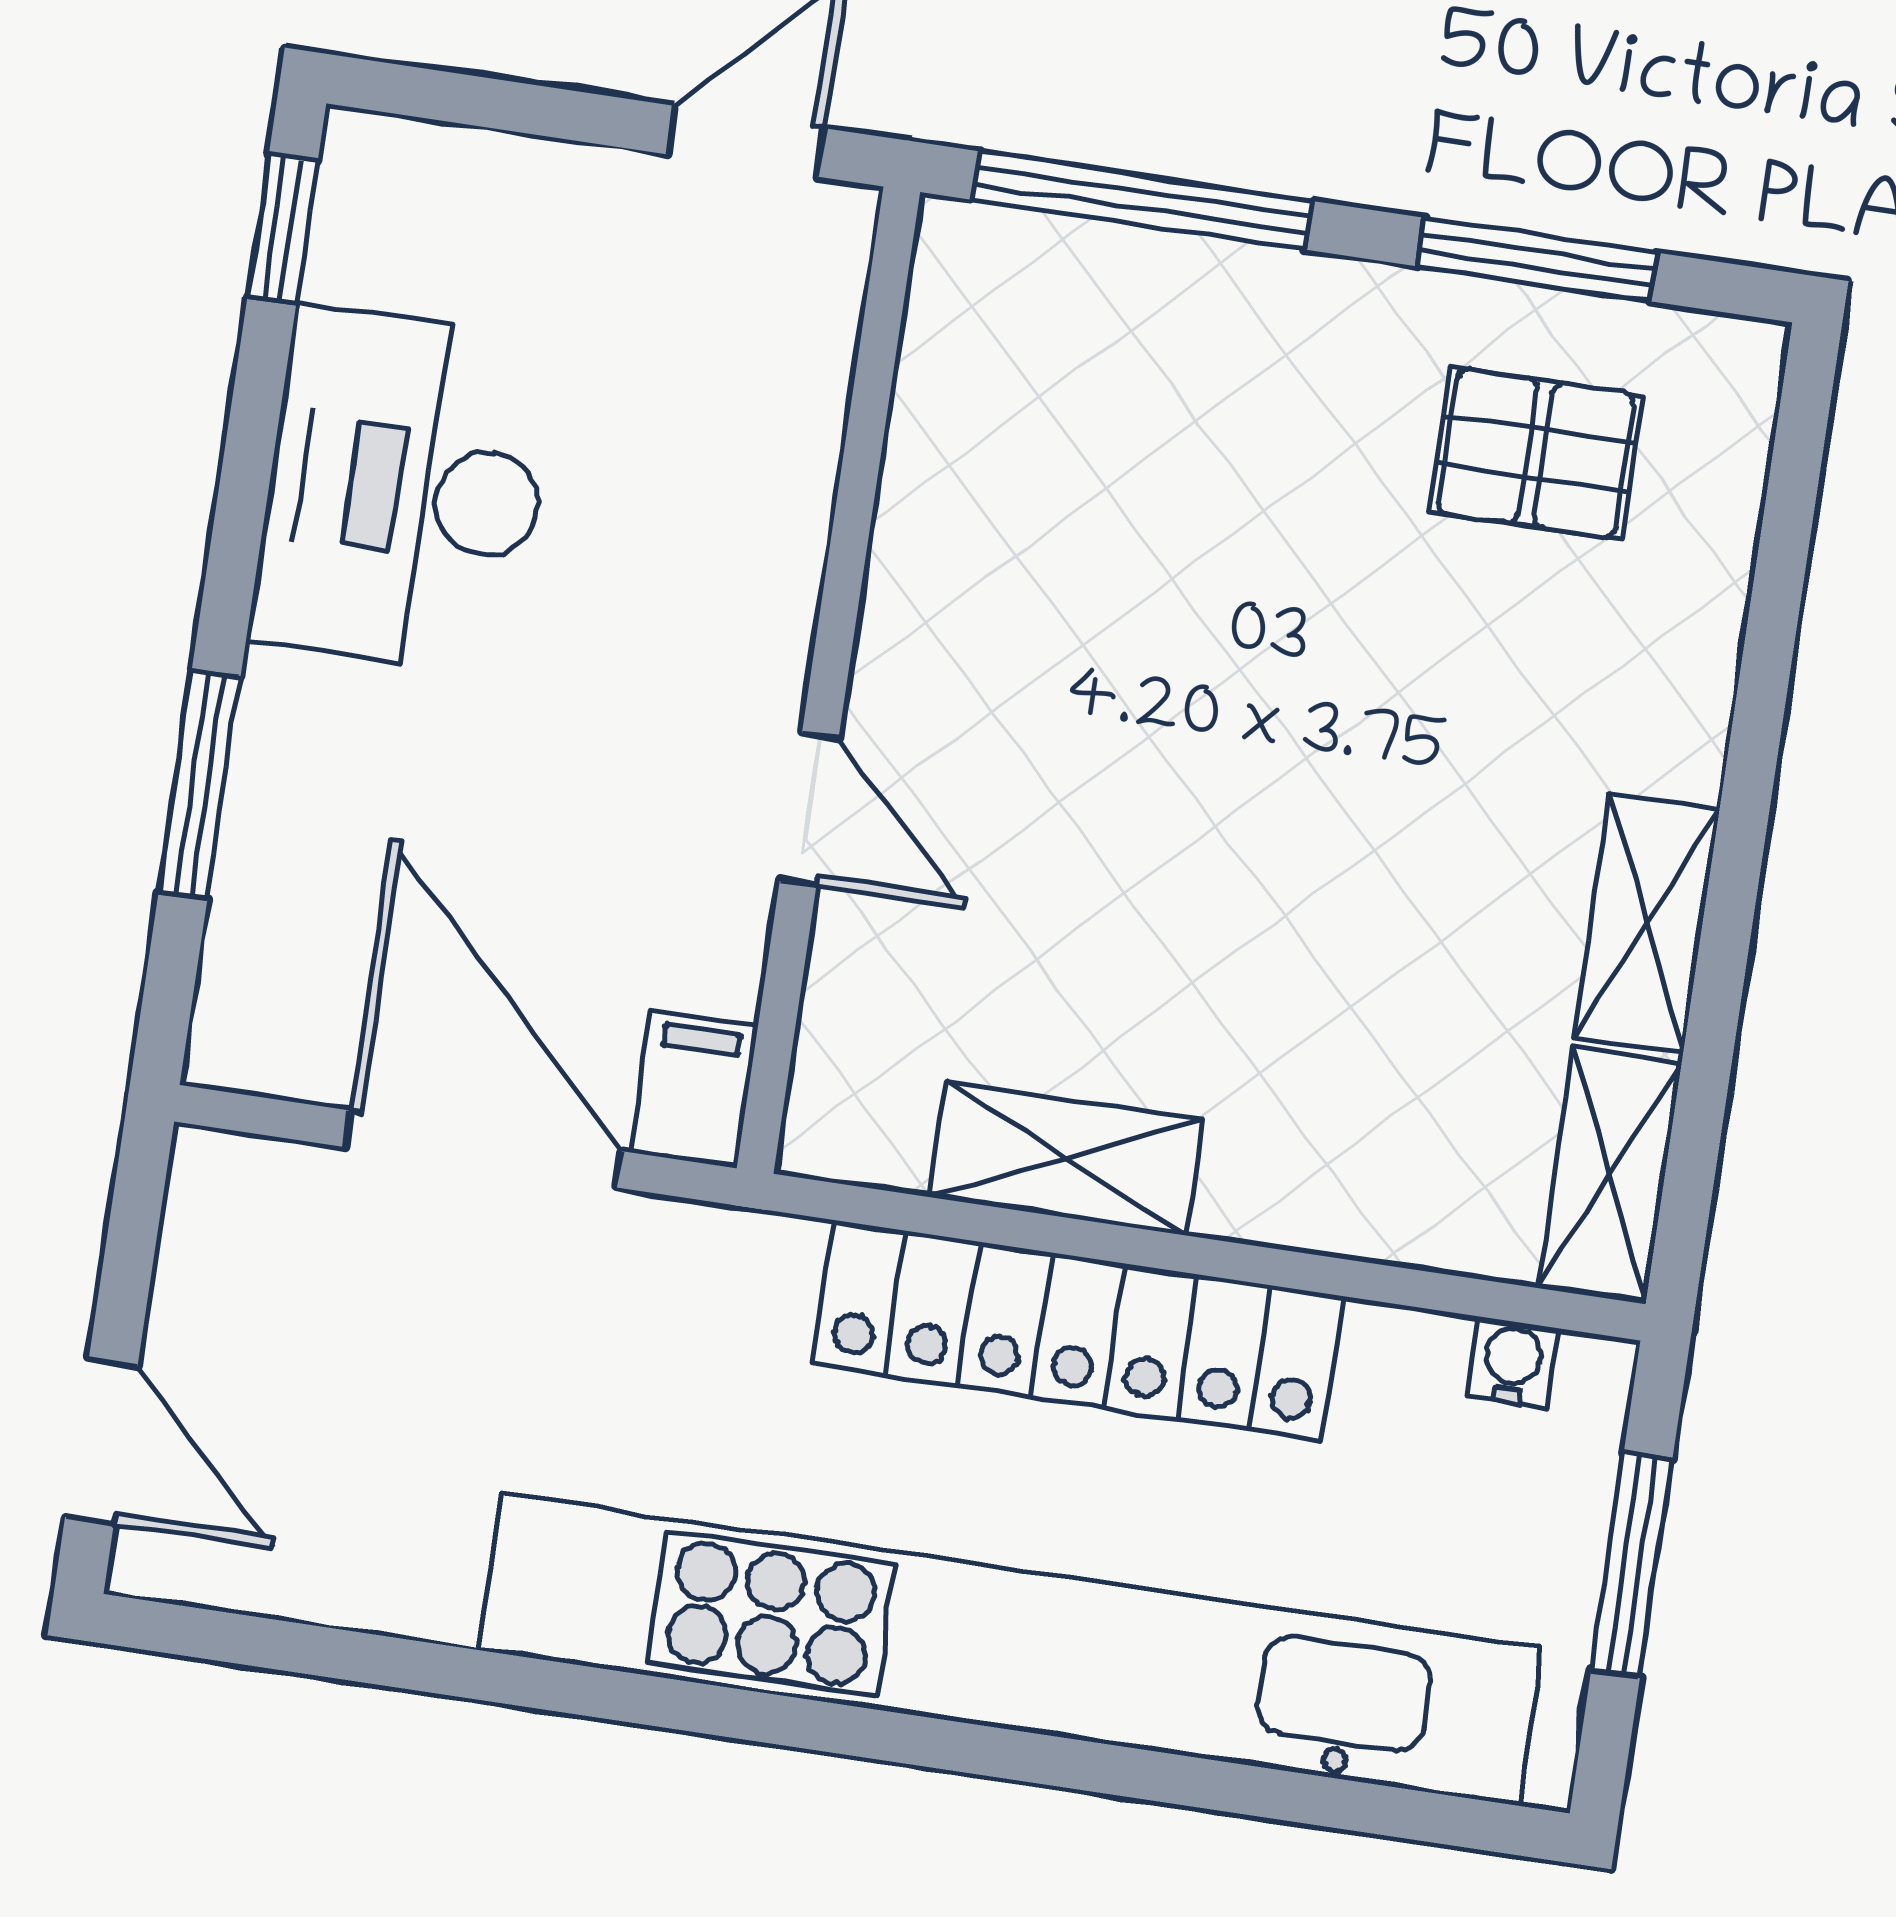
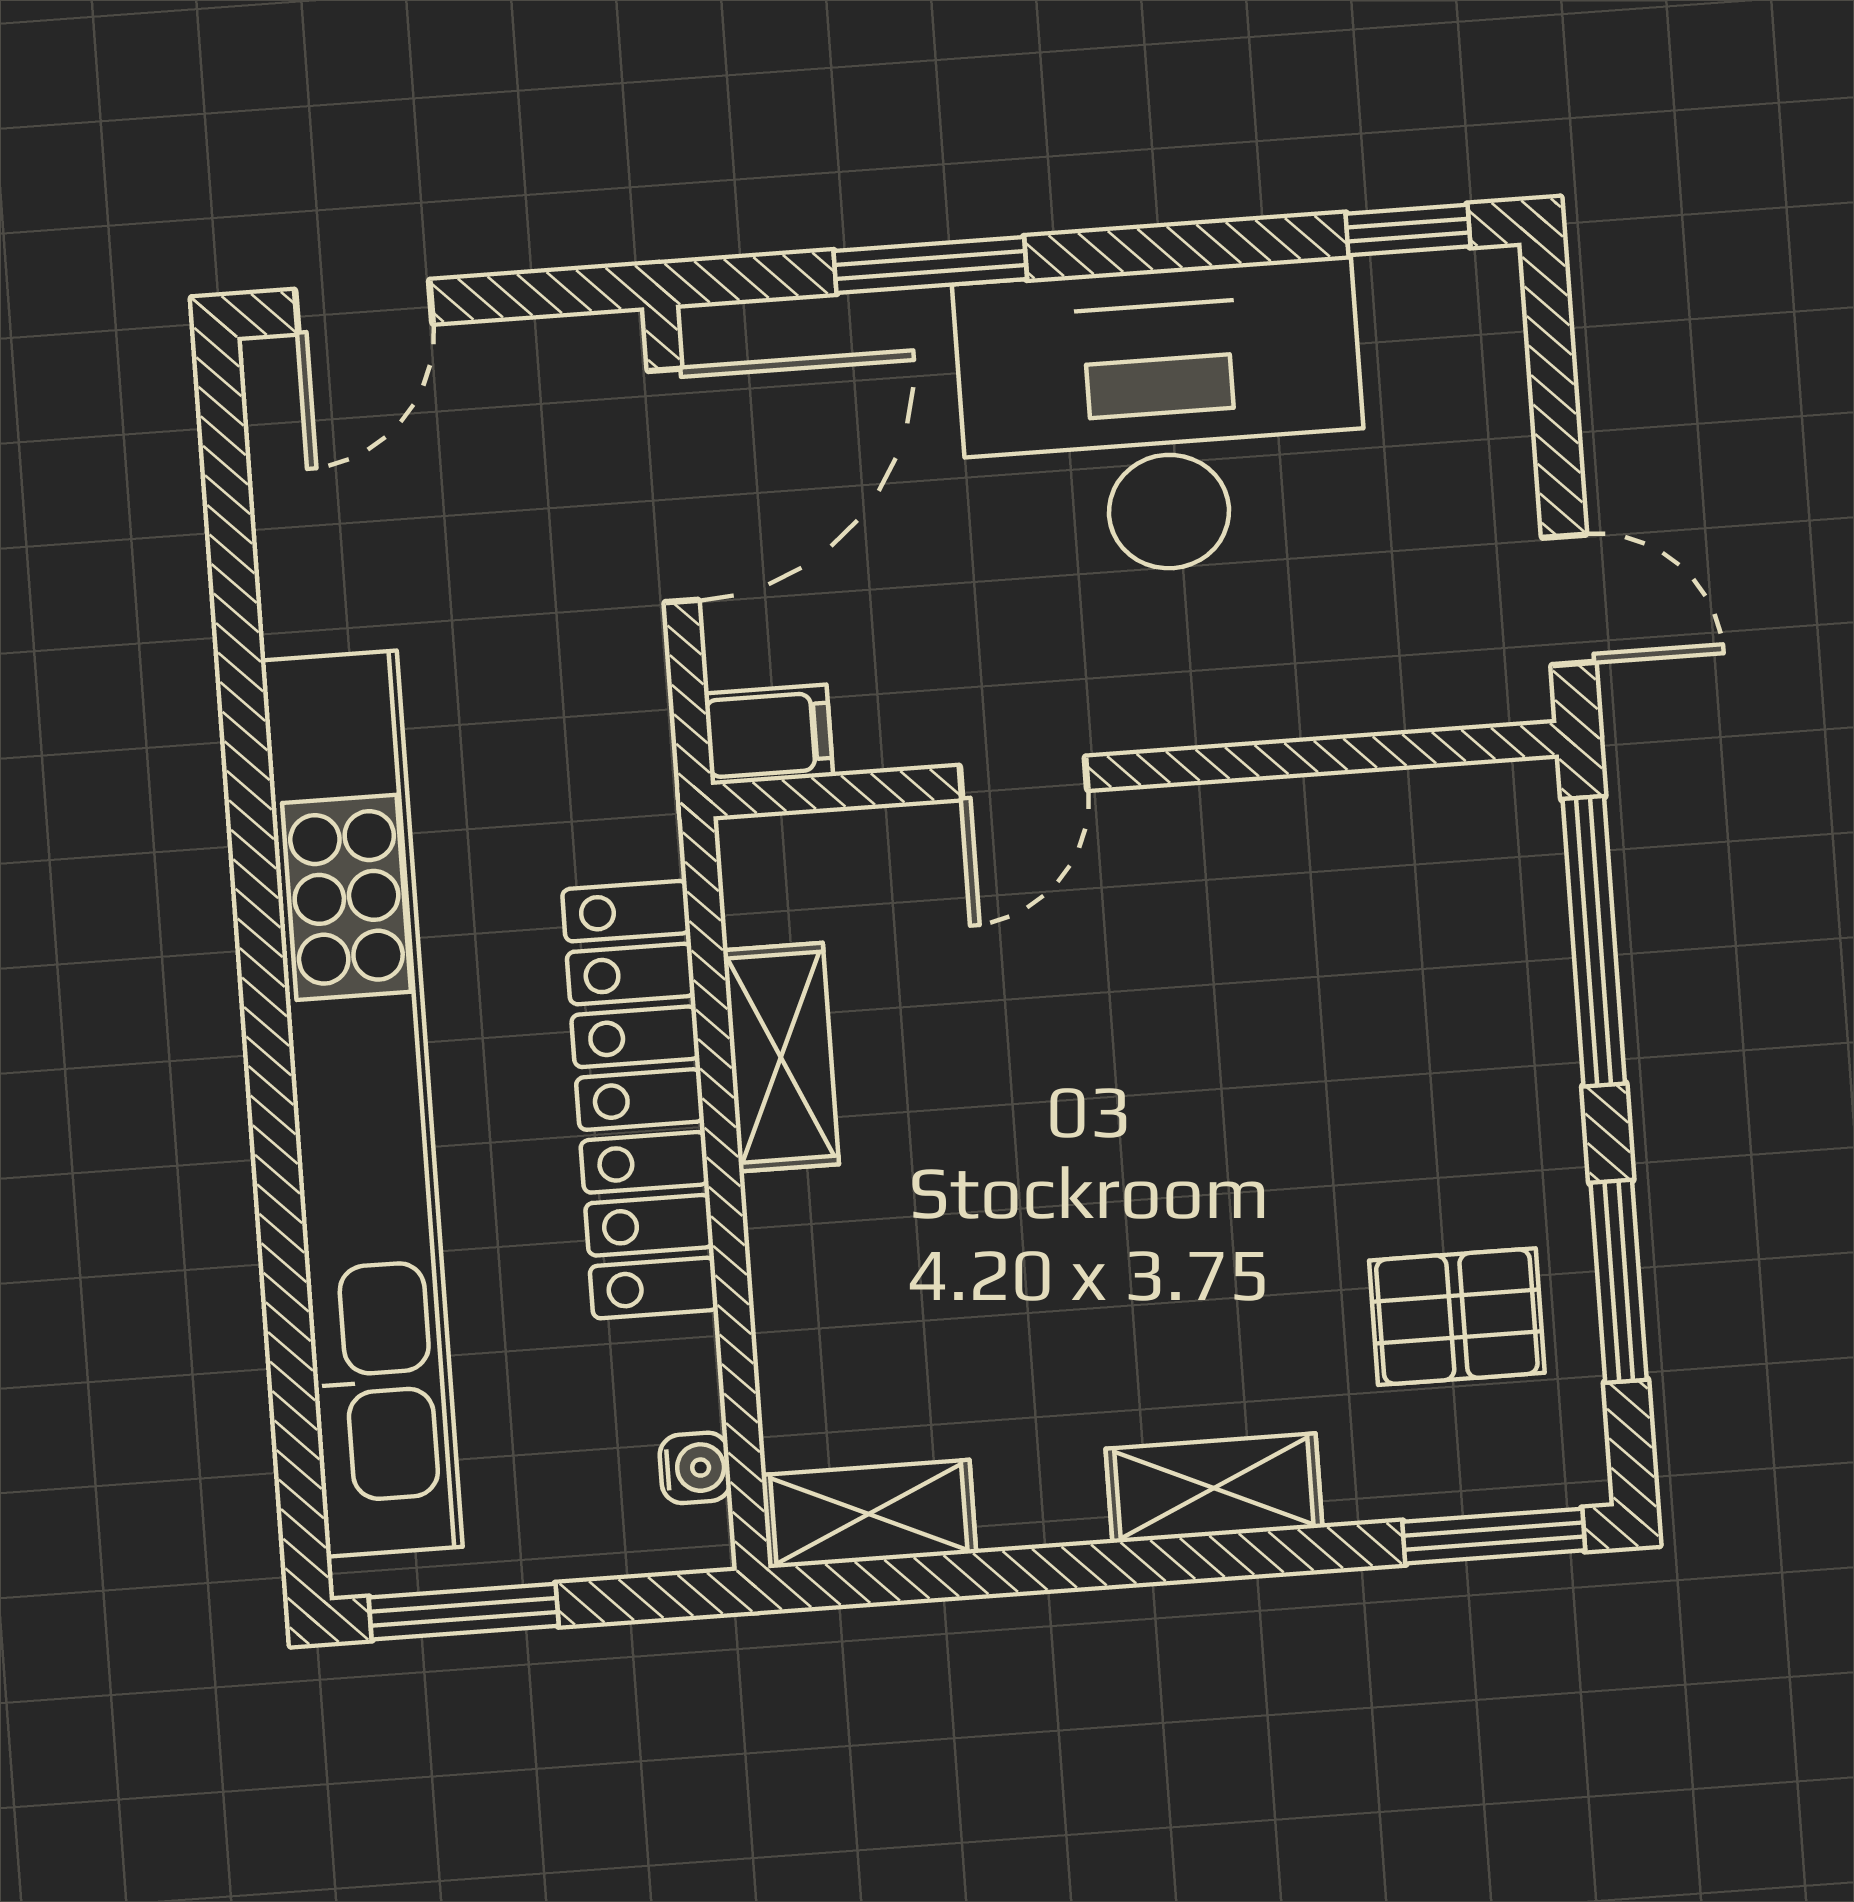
pallet: (1536, 453) -> (1457, 1317), turned 90
window: (1796, 468) -> (1494, 1536), added
desk: (404, 491) -> (1162, 419), width x1.36, depth x1.30
shelving: (1647, 923) -> (1214, 1488), moved
door: (483, 1149) -> (673, 485), moved
window: (1632, 1565) -> (464, 1612), moved

